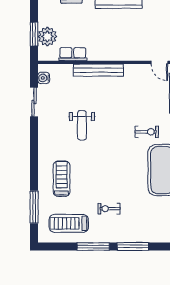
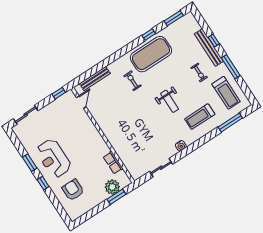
bench: (98, 70) -> (209, 48), moved
water cooler: (44, 78) -> (181, 146), moved
weight bench: (82, 125) -> (170, 101), moved, turned 90
window: (133, 247) -> (214, 41), width x0.46

